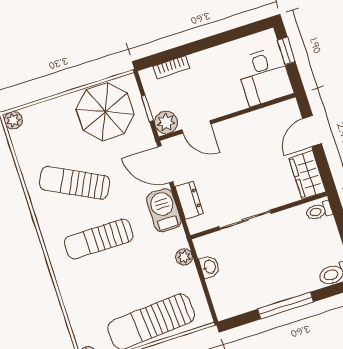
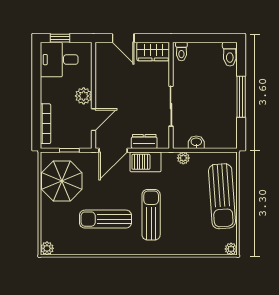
bookcase: (171, 67) -> (45, 124), width x1.56
desk: (264, 76) -> (59, 60), moved, turned 180
plant: (166, 122) -> (84, 96), moved
sun lounger: (75, 183) -> (105, 219), turned 63
sun lounger: (99, 239) -> (151, 215), turned 180

